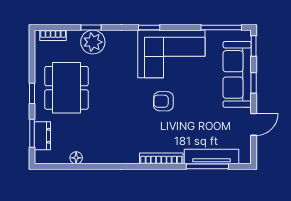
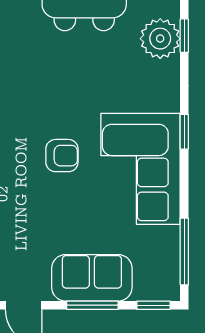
sofa: (237, 74) -> (92, 278), width x0.73
window: (254, 83) -> (92, 305), width x1.50
armchair: (163, 101) -> (62, 156), turned 89

